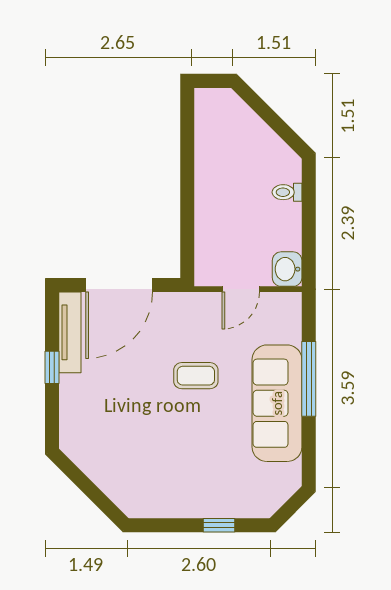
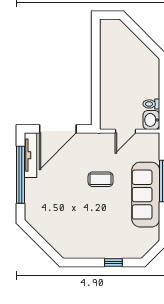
toilet: (287, 192) -> (151, 104), moved
window: (52, 367) -> (20, 175), width x3.17

